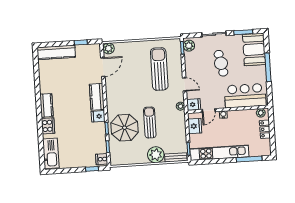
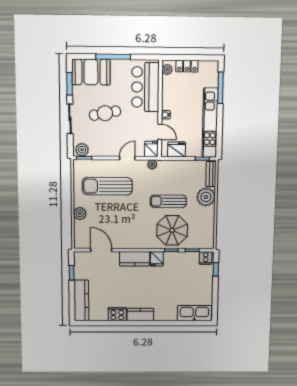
plant: (108, 48) -> (80, 214), moved
cooker: (48, 126) -> (117, 314), moved

